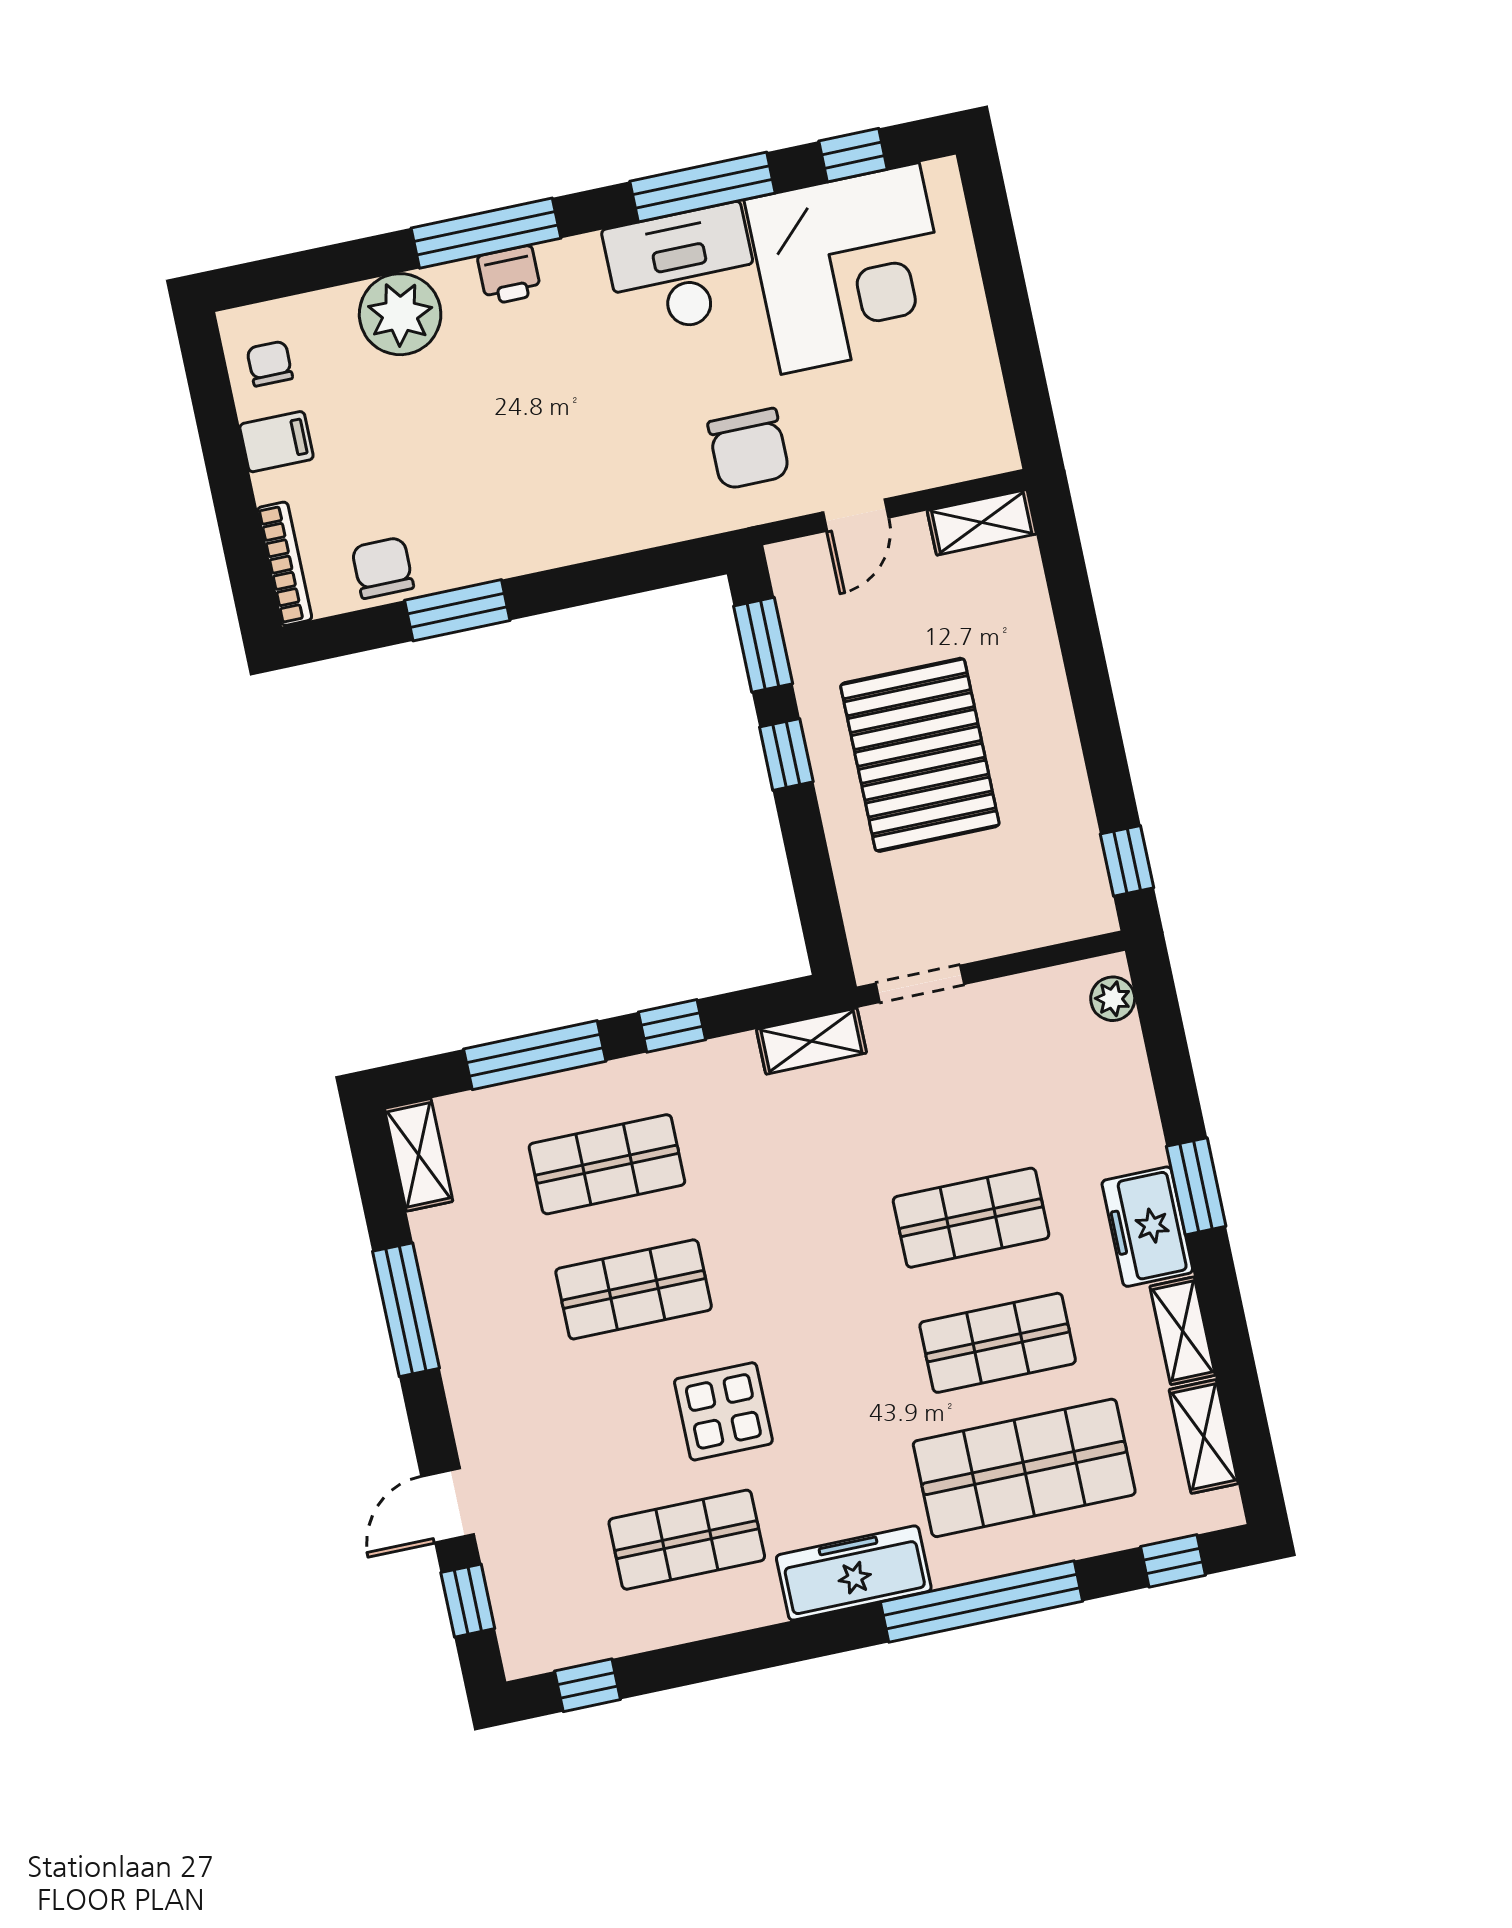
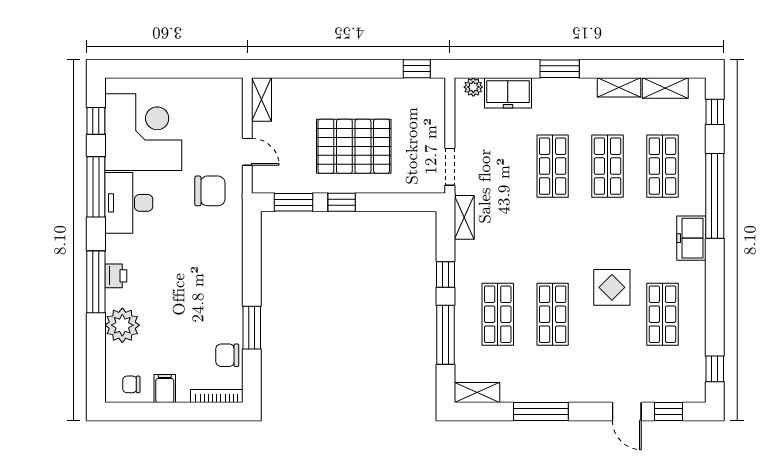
freezer: (1147, 1227) -> (508, 93), moved
shop shelf: (1024, 1468) -> (662, 166), width x0.70, depth x0.74
freezer: (854, 1573) -> (691, 238), width x0.71

